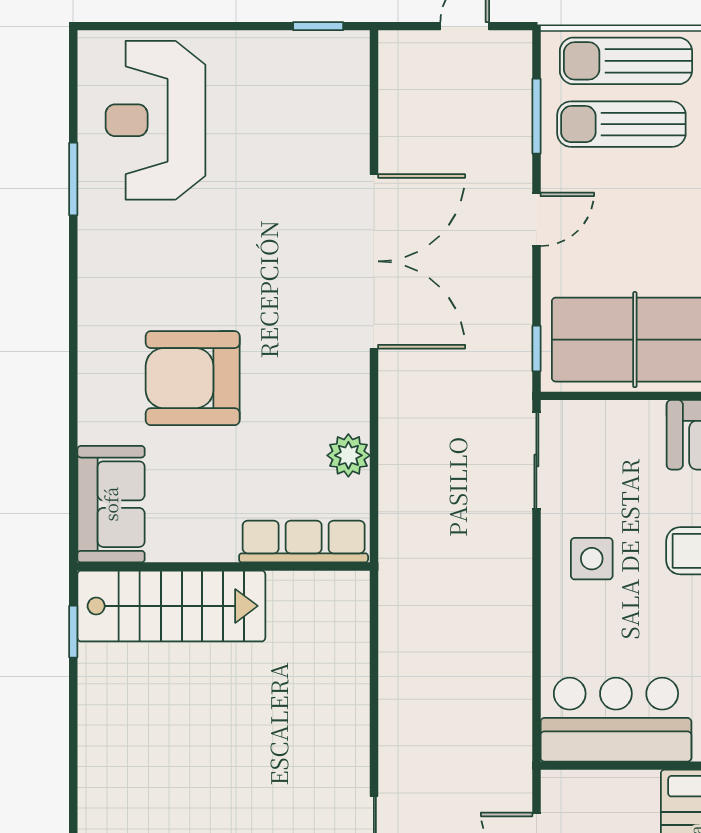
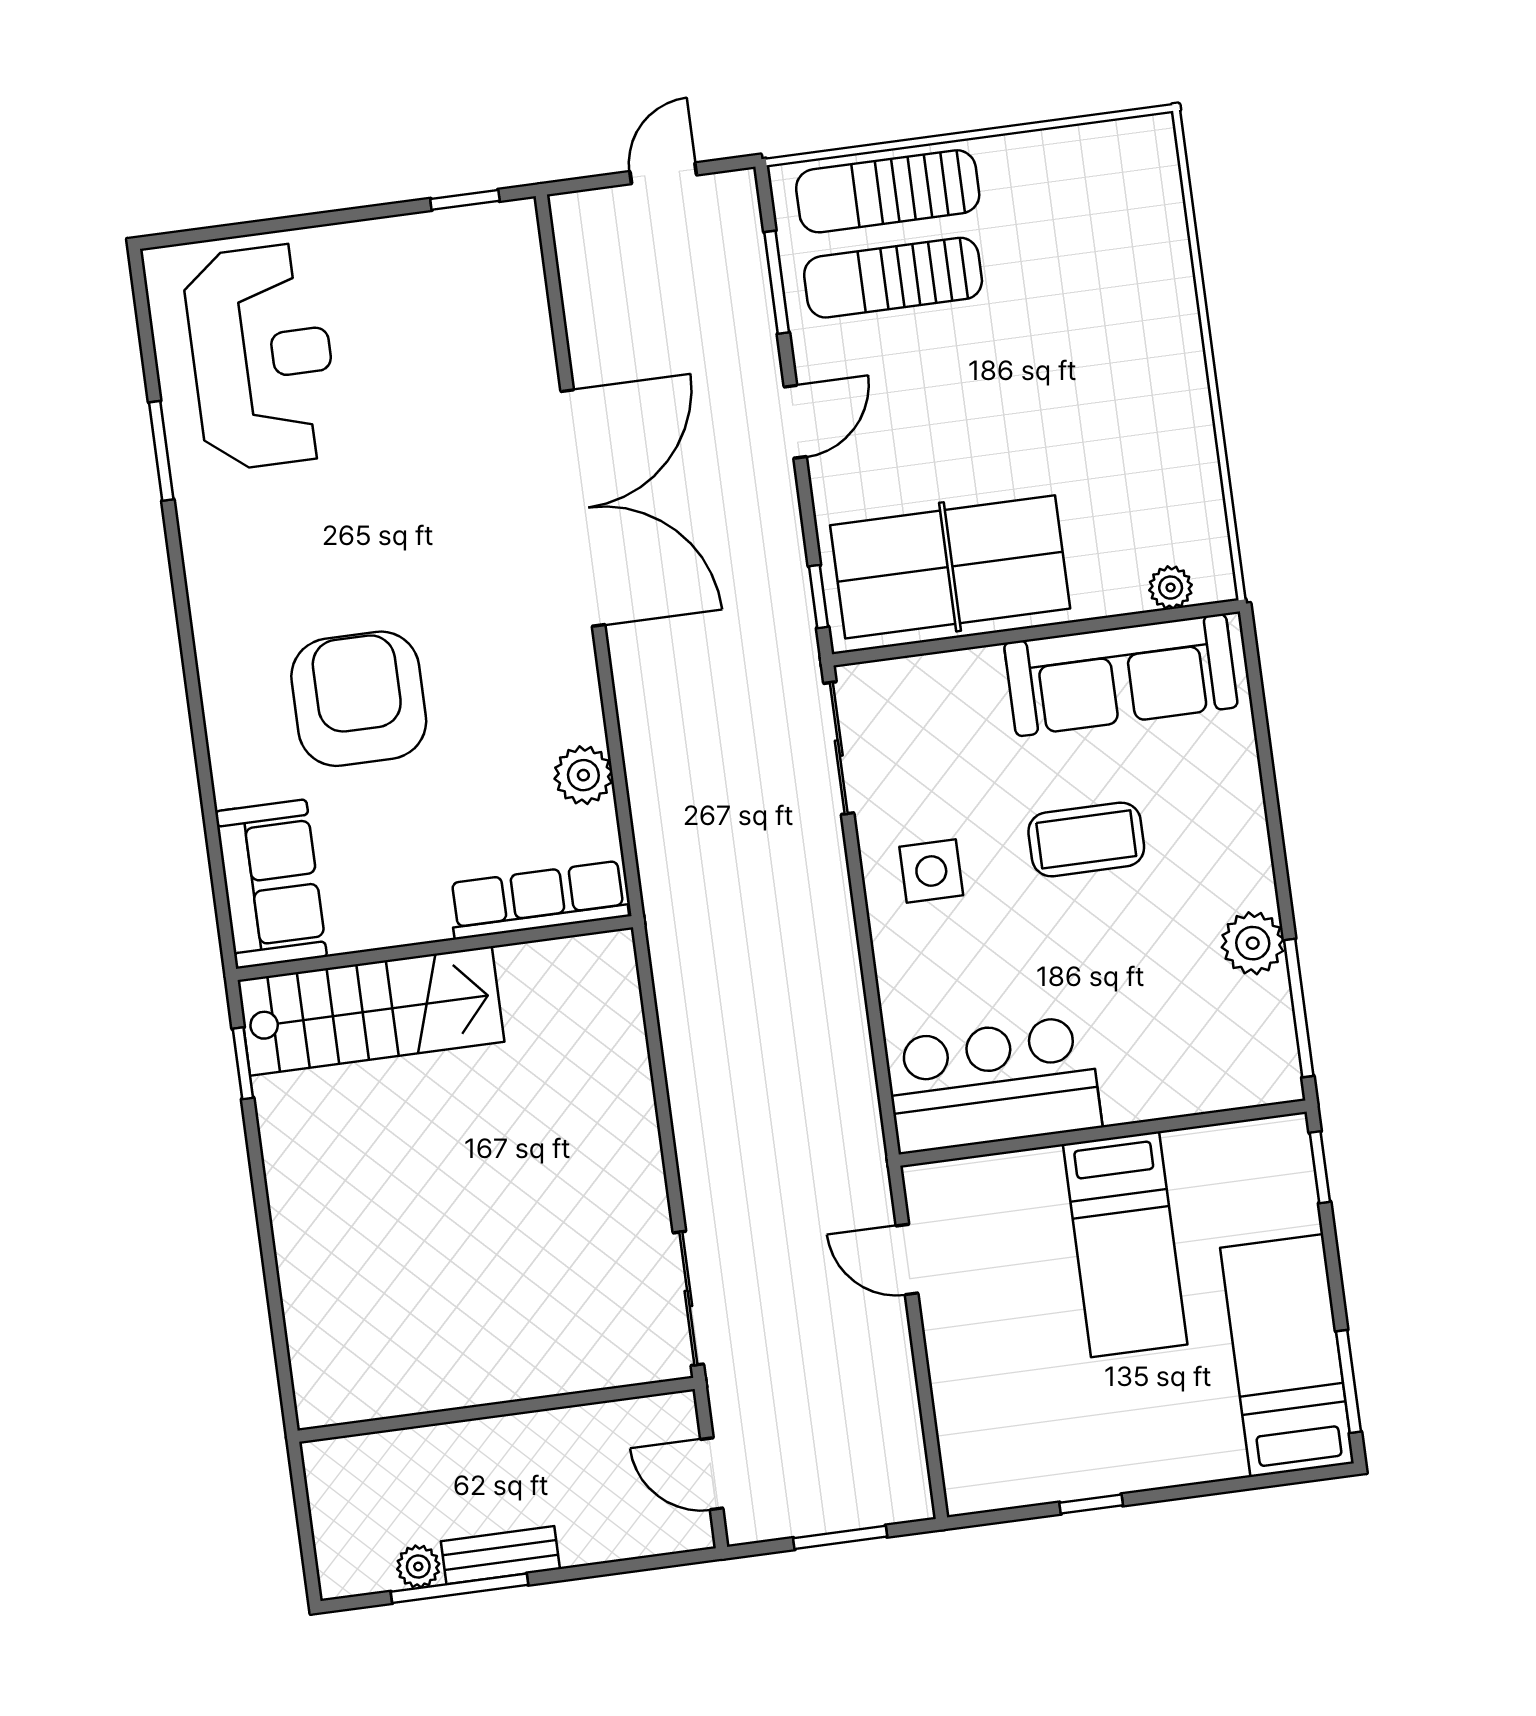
reception desk: (156, 120) -> (262, 357), turned 180
armchair: (193, 378) -> (359, 699), turned 90

